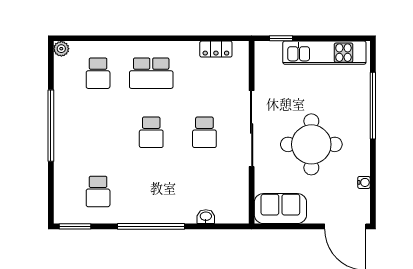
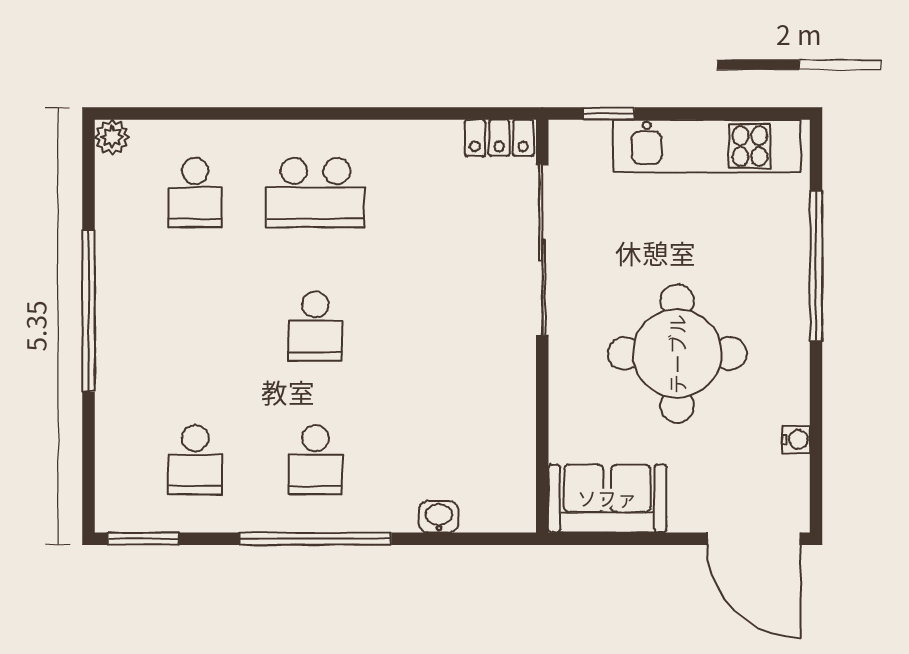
locker: (216, 49) -> (499, 138), moved
sliding door: (252, 129) -> (542, 250), moved
school desk: (204, 132) -> (315, 460), moved

